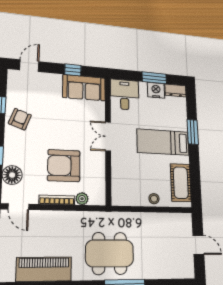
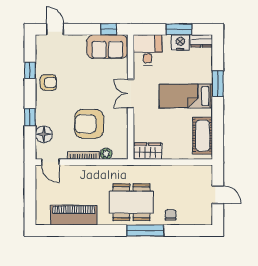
door: (29, 66) -> (55, 29), hinge flipped
window: (73, 70) -> (109, 29), moved
armchair: (20, 119) -> (48, 83), turned 70
wardrobe: (126, 197) -> (148, 151), added
stool: (154, 199) -> (175, 152), removed
chair: (152, 267) -> (171, 215), added

